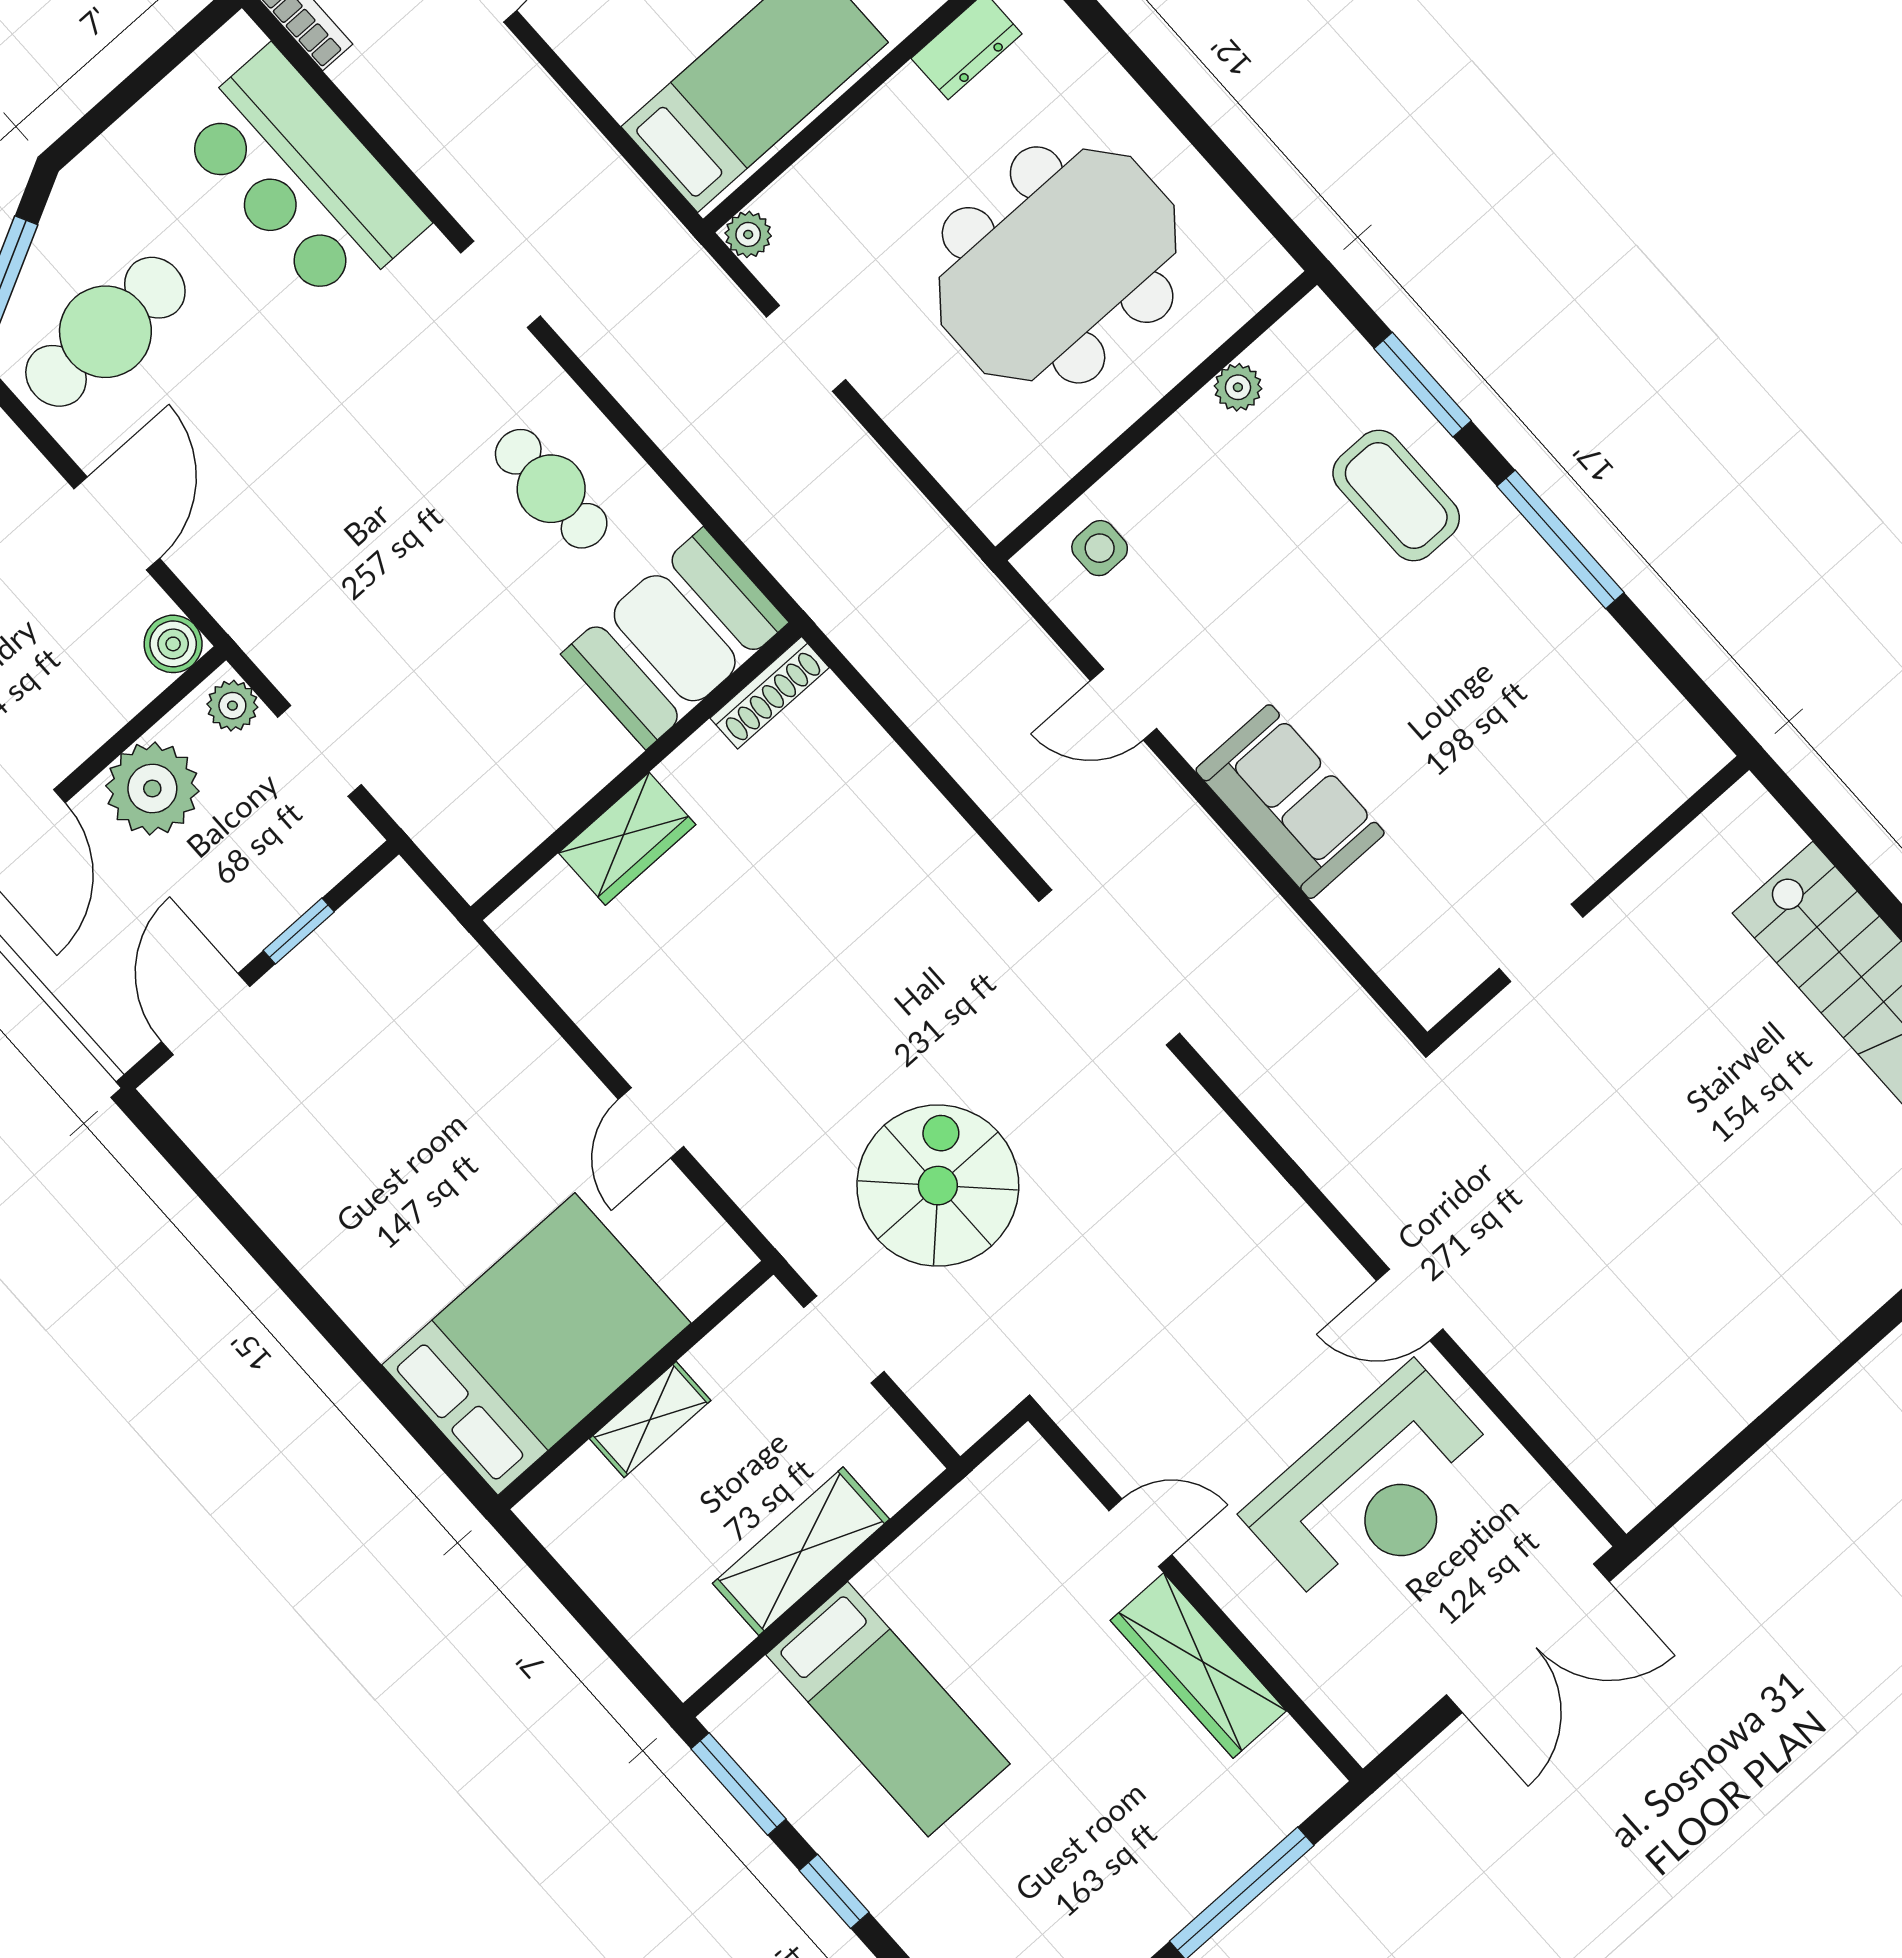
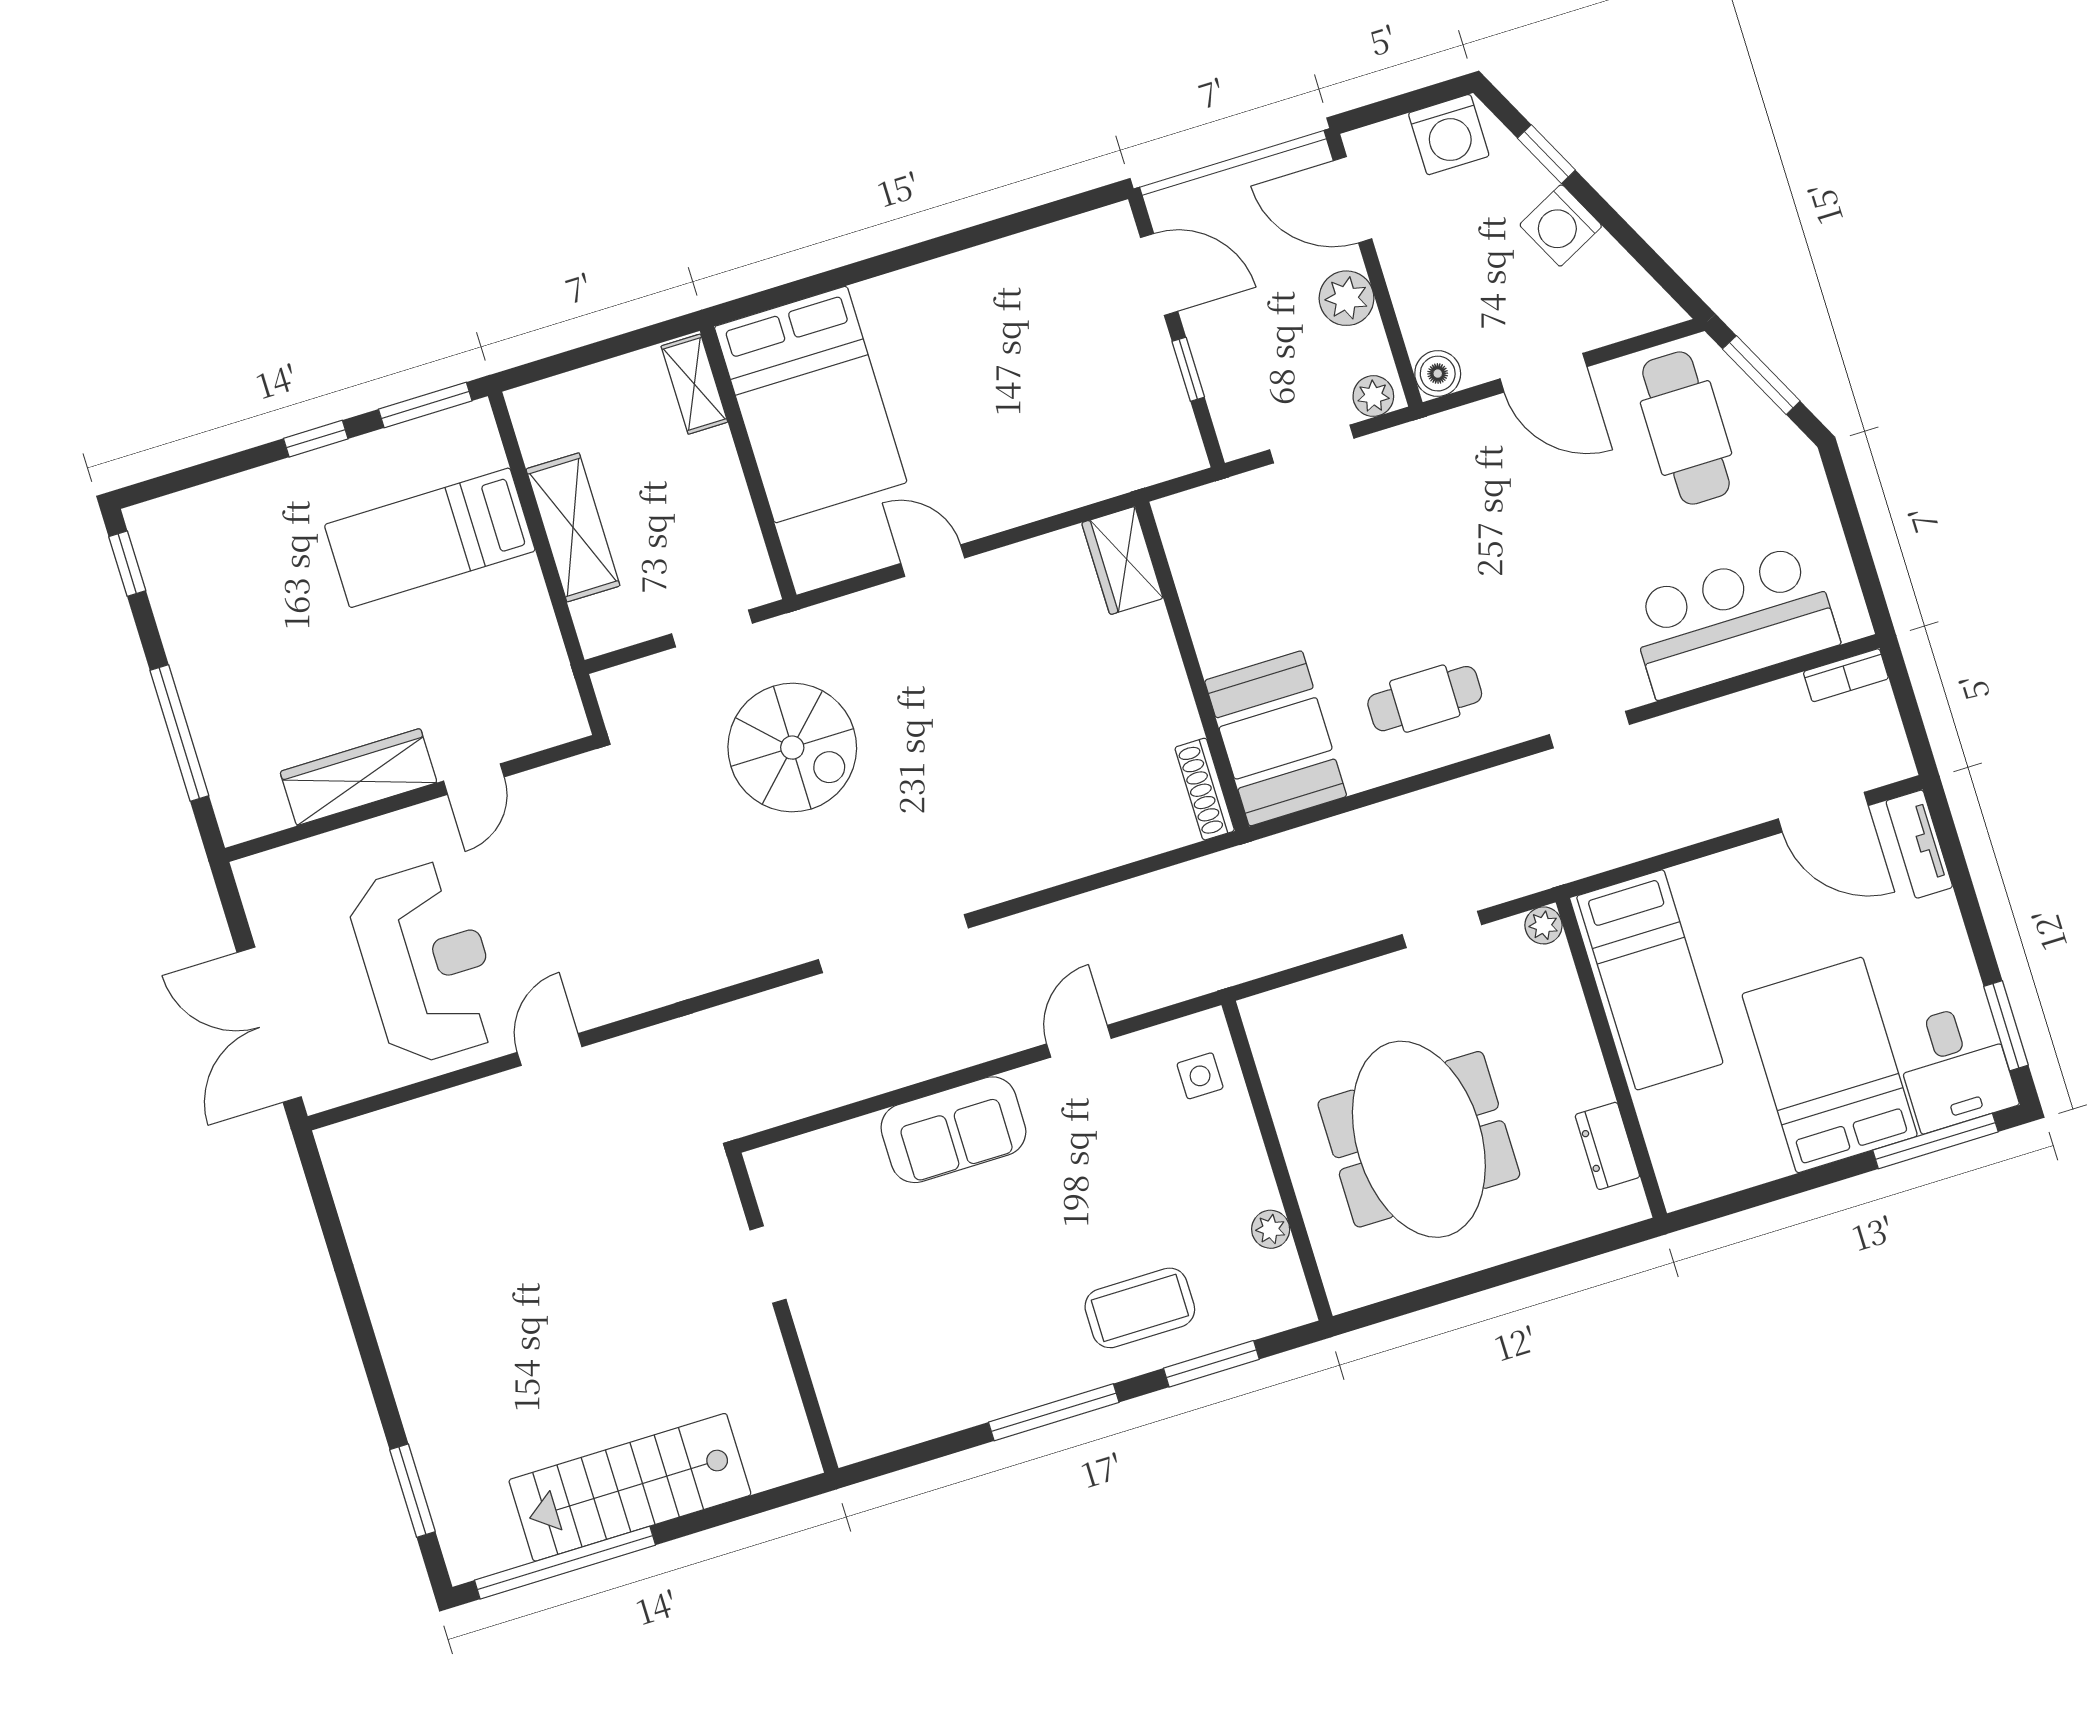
plant: (152, 788) -> (1346, 298), width x0.73, depth x0.73
wardrobe: (627, 839) -> (1122, 561), moved
shelving: (650, 1419) -> (694, 384), moved
reception desk: (1375, 1491) -> (426, 963), turned 180

